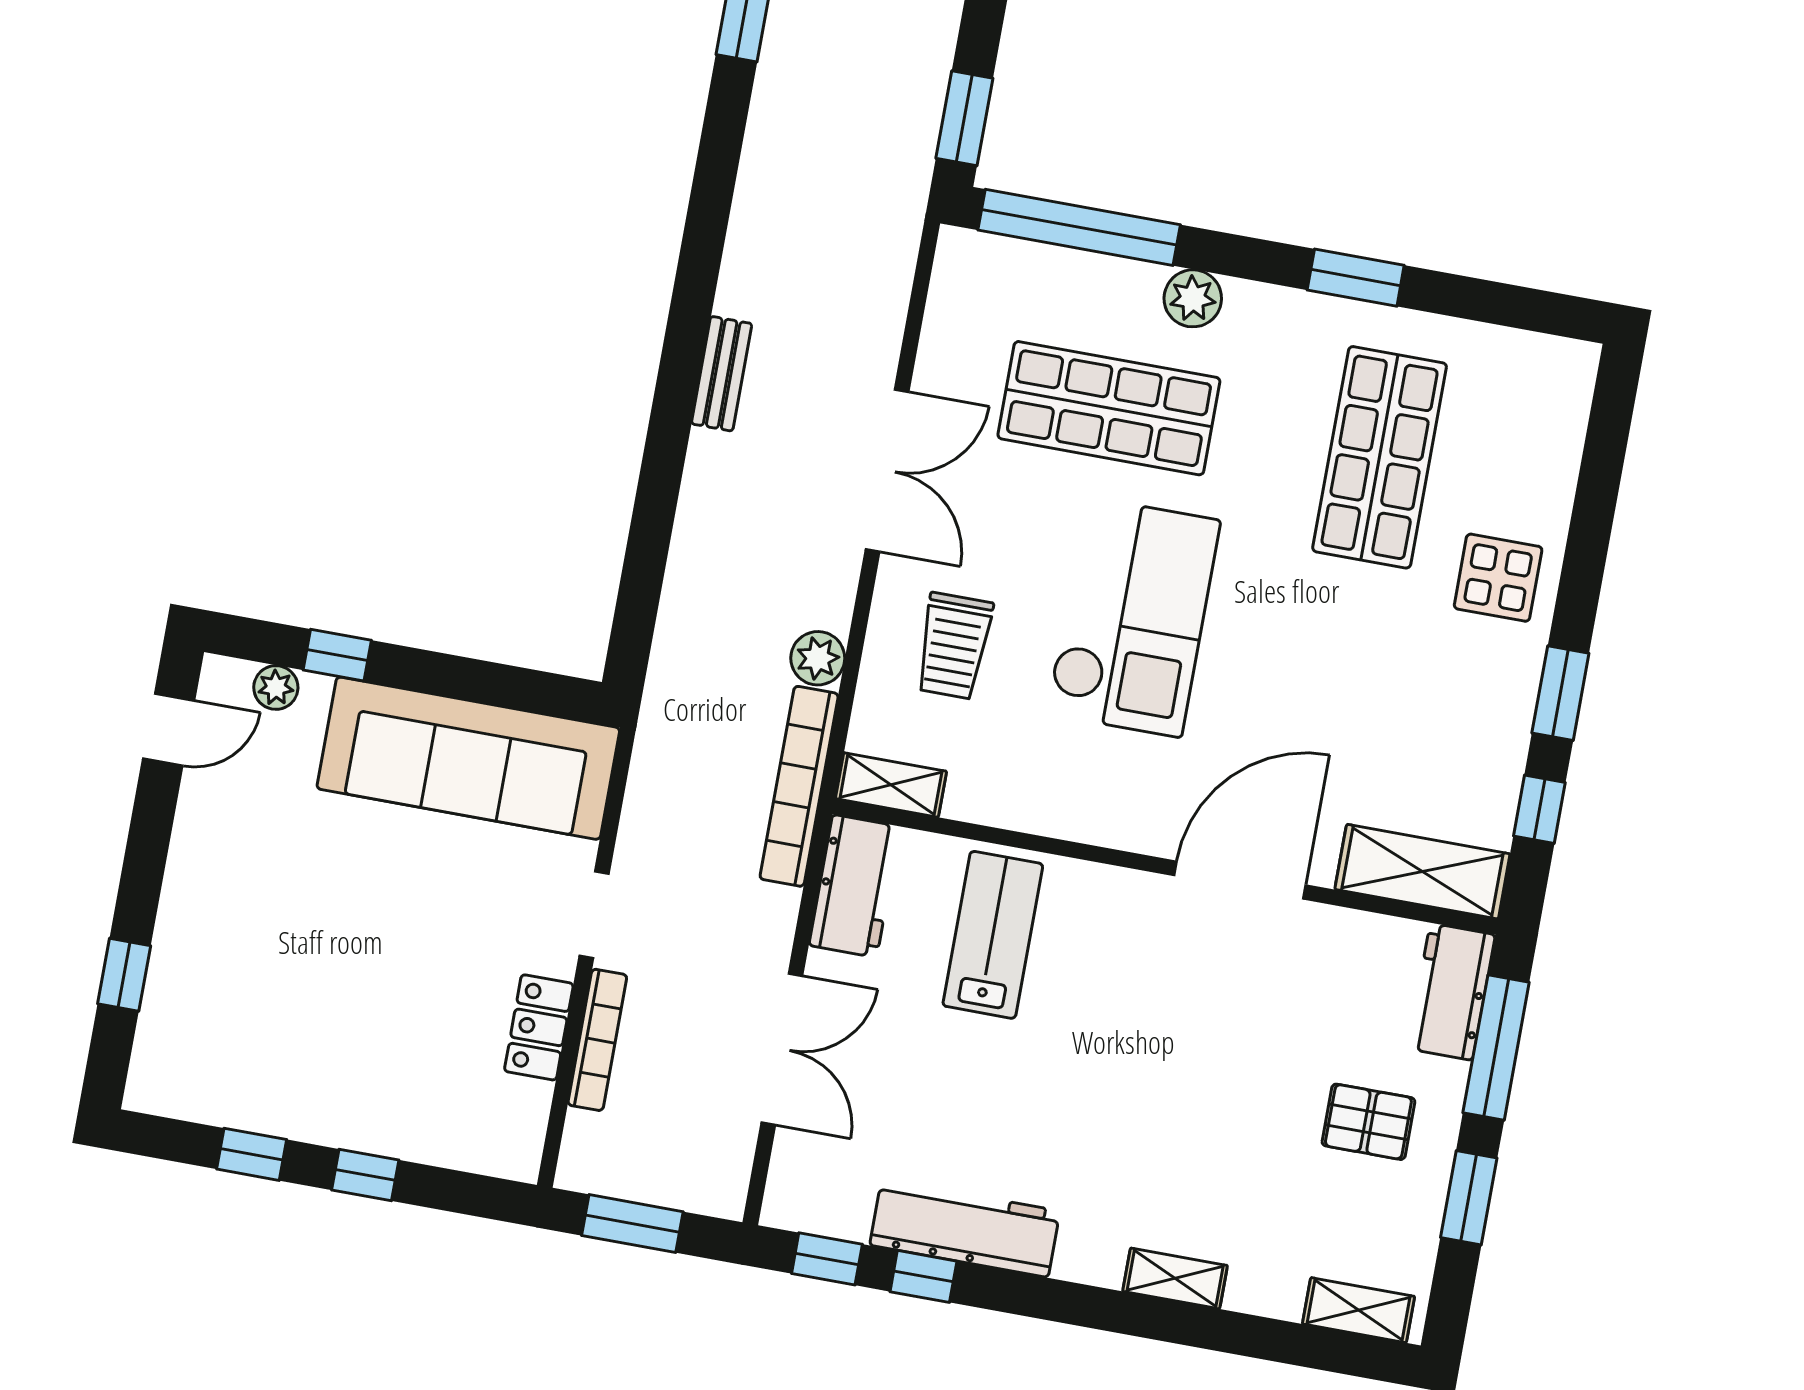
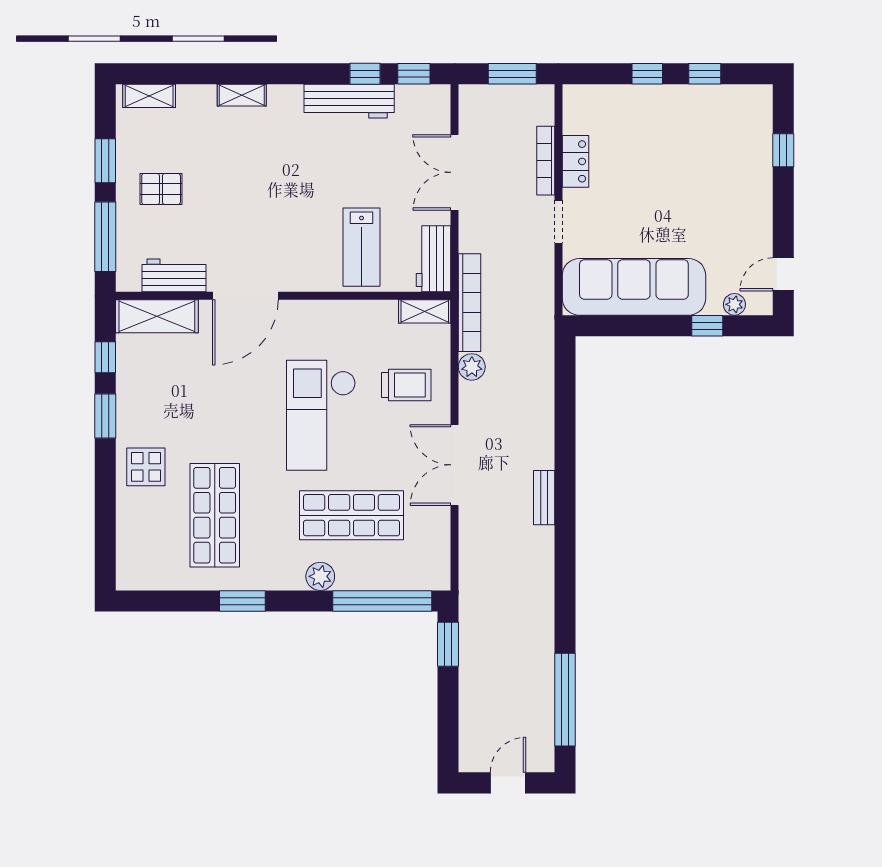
trolley: (954, 646) -> (406, 385), turned 90
workbench: (1451, 992) -> (174, 275), moved, turned -90

